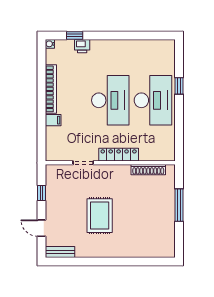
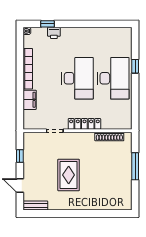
filing cabinet: (53, 120) -> (30, 100), width x2.00

